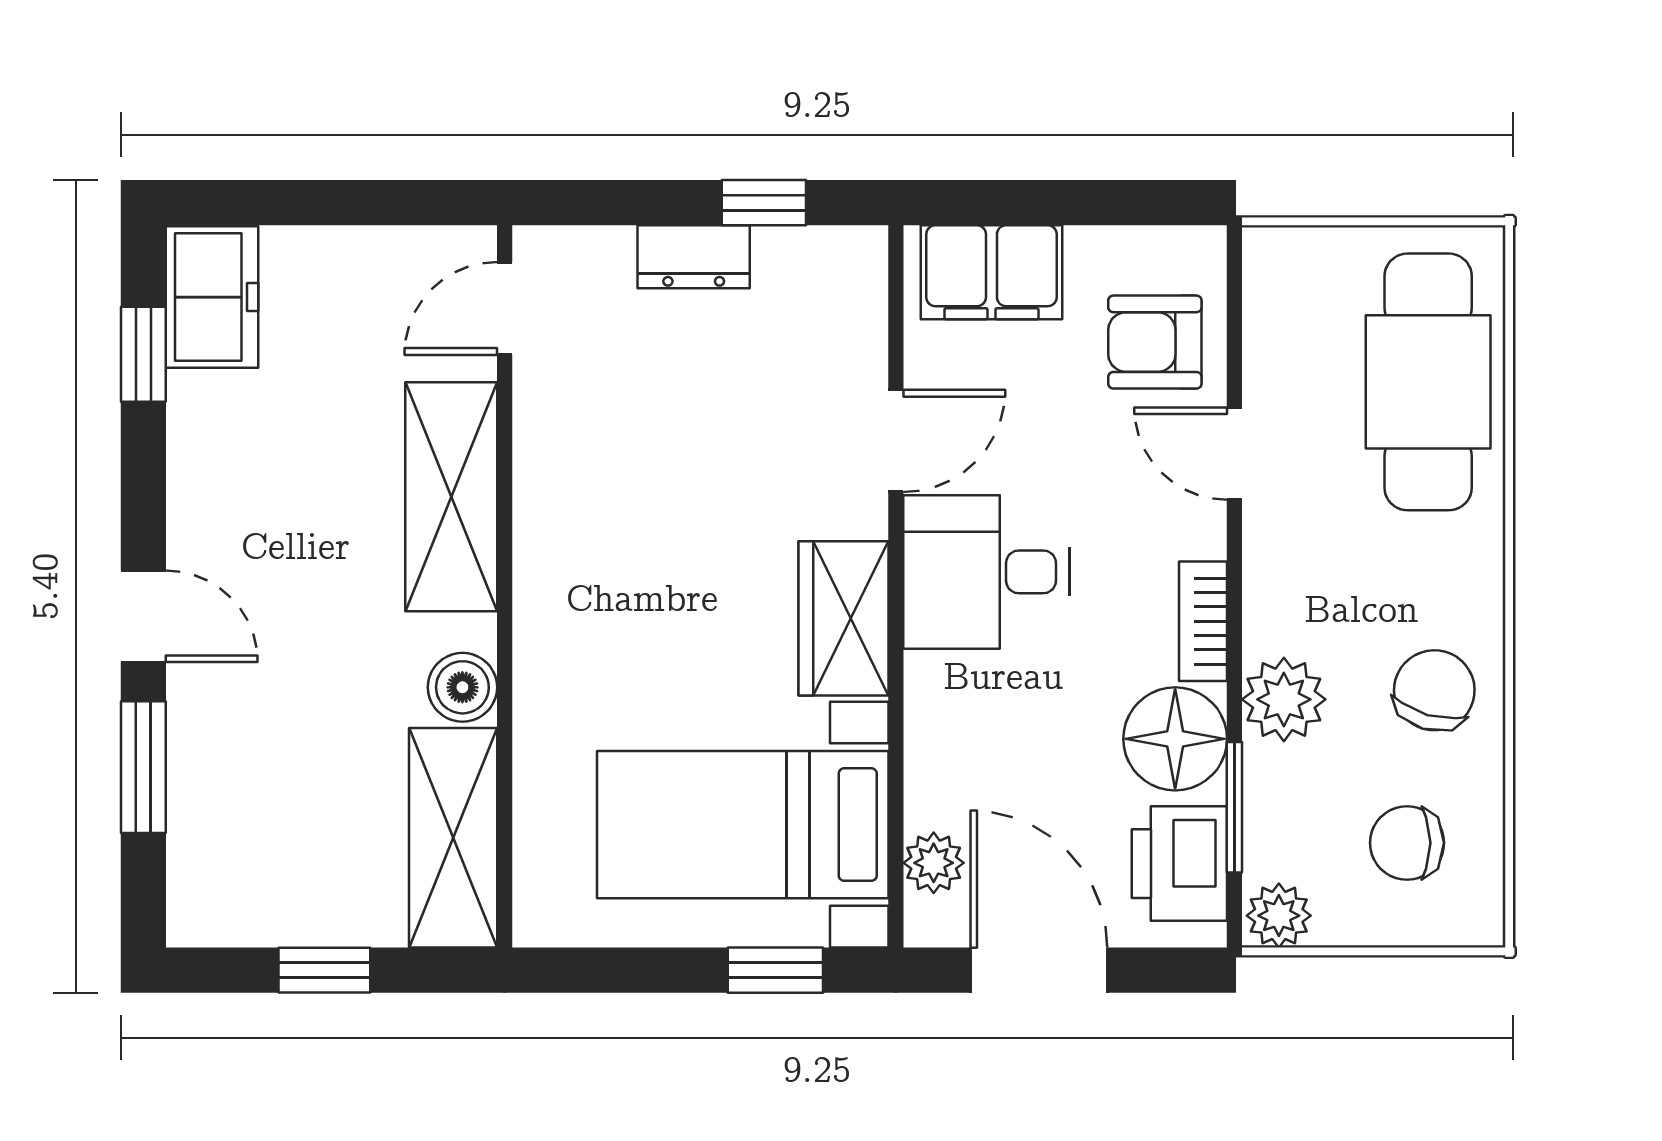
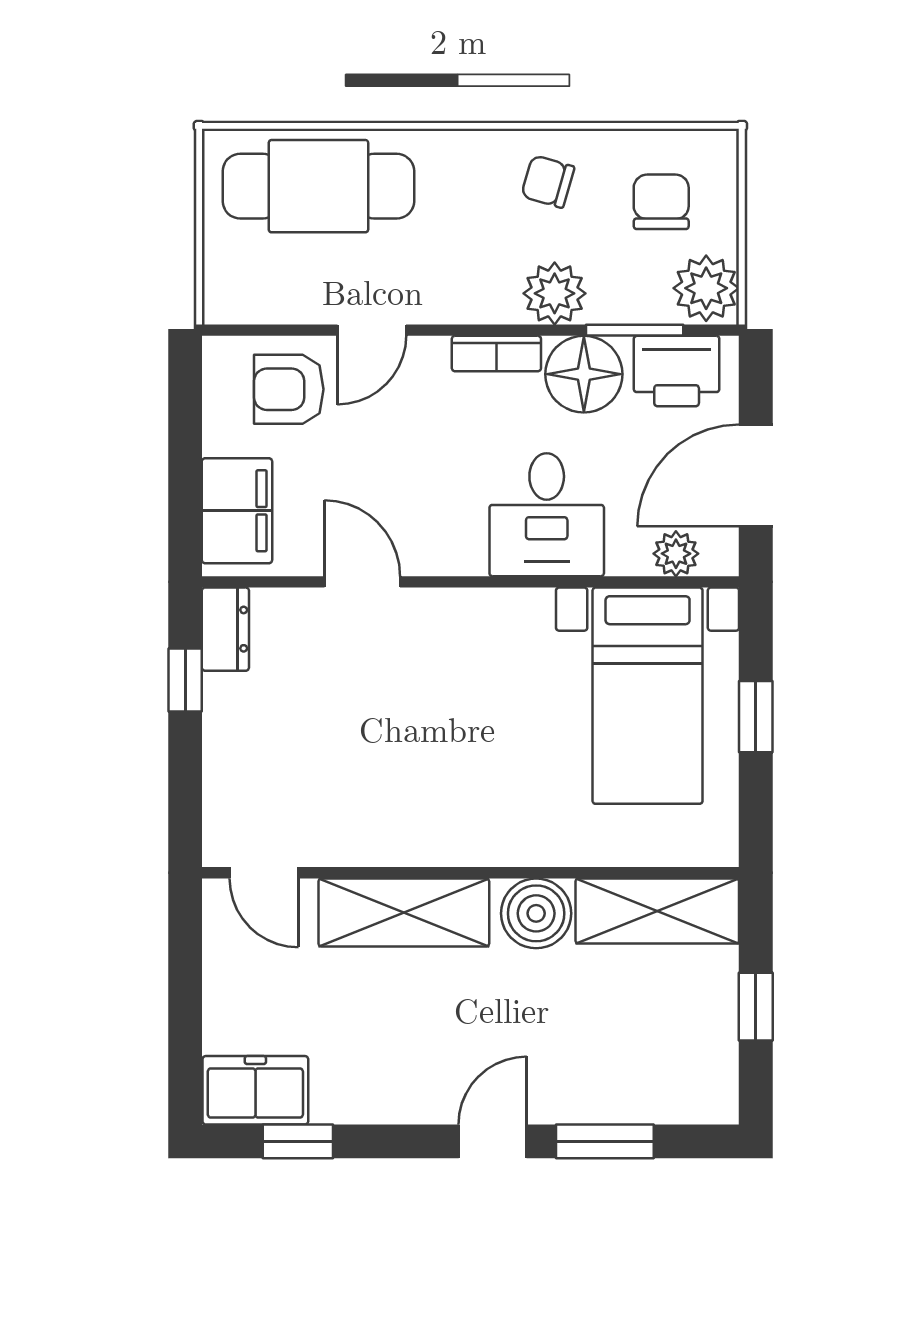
dresser: (694, 257) -> (225, 629), moved
armchair: (1155, 342) -> (289, 389), turned 90
desk: (986, 572) -> (547, 515), moved
wardrobe: (844, 618) -> (494, 621), removed
boiler: (462, 687) -> (536, 913), width x1.36, depth x1.36
chair: (1434, 690) -> (548, 182), width x0.73, depth x0.73
chair: (1407, 843) -> (661, 202), turned 180
plant: (1279, 916) -> (706, 288), width x1.38, depth x1.38
window: (775, 970) -> (756, 717), moved

